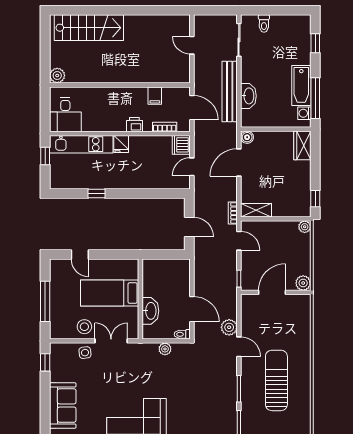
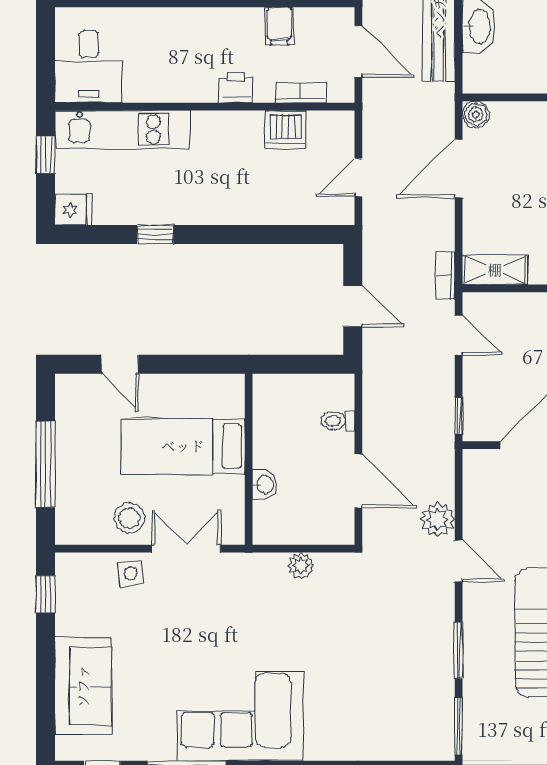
fridge: (121, 144) -> (73, 210), moved, turned -90
dishwasher: (181, 145) -> (285, 129), moved, turned -90
washbasin: (150, 311) -> (264, 485), width x0.52, depth x0.69
toilet: (182, 334) -> (338, 421), moved

